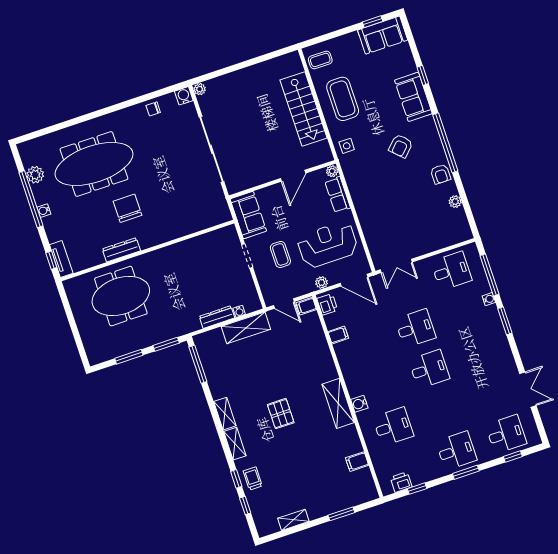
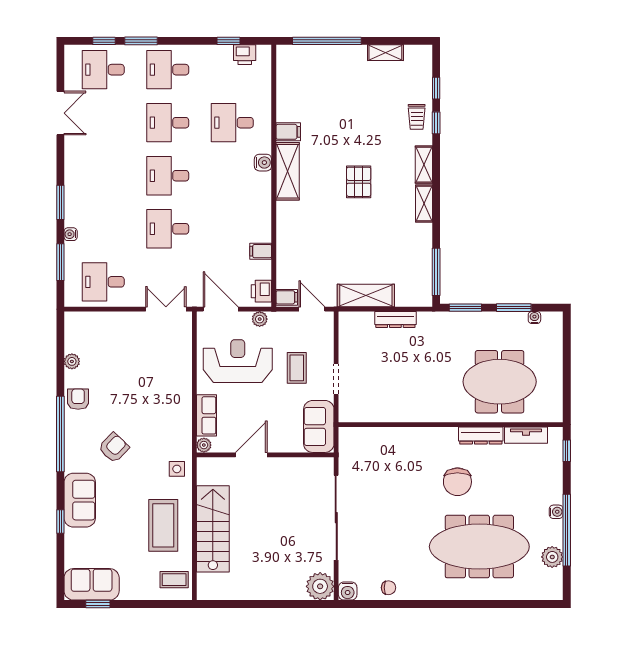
plant: (200, 89) -> (320, 586), width x1.88, depth x1.88
reception desk: (328, 244) -> (238, 361), turned 180
tv unit: (61, 259) -> (526, 435), moved, turned -90
window: (490, 275) -> (60, 262), width x0.69
water cooler: (239, 311) -> (534, 318), moved
double door: (528, 390) -> (60, 113), swing flipped
desk: (443, 410) -> (168, 123), added
filing cabinet: (357, 462) -> (288, 132), moved
window: (466, 472) -> (141, 41), moved
window: (341, 514) -> (327, 41), width x2.11

